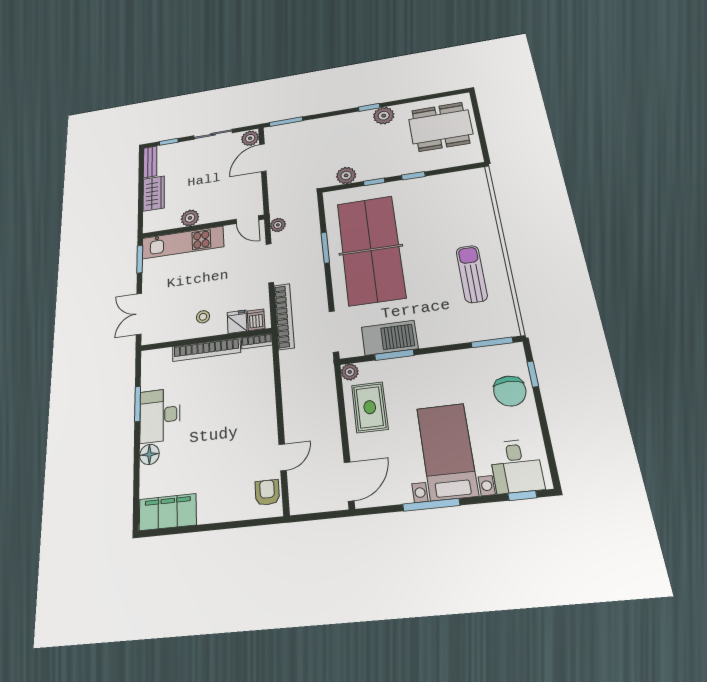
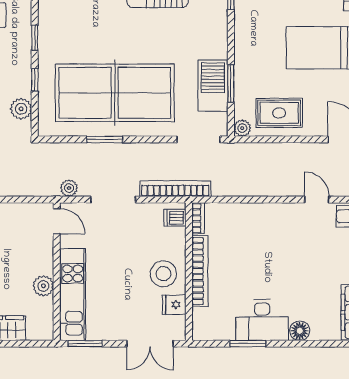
door: (247, 220) -> (57, 221), hinge flipped
stool: (203, 317) -> (163, 274), width x1.89, depth x1.89
fridge: (237, 322) -> (174, 305), moved

